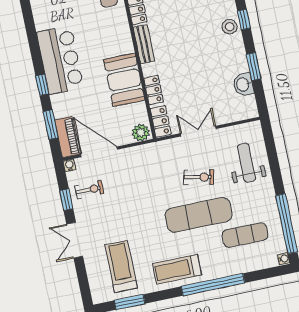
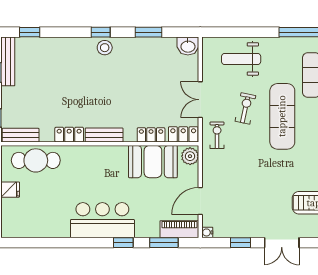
booth: (124, 80) -> (153, 162), moved
washbasin: (243, 84) -> (188, 46), moved
door: (99, 152) -> (200, 201), width x0.73
exercise bike: (89, 190) -> (217, 135), moved

